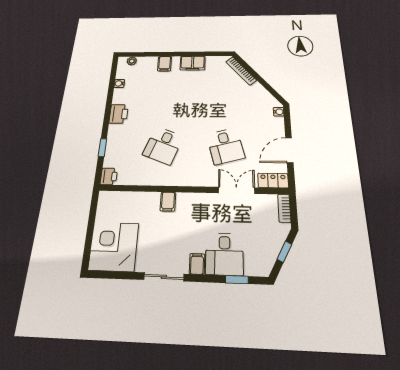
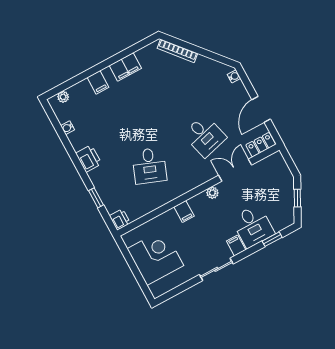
plant: (204, 199) -> (212, 193), added
bookcase: (284, 208) -> (281, 163), removed
corner desk: (114, 247) -> (155, 257), moved, turned 90

